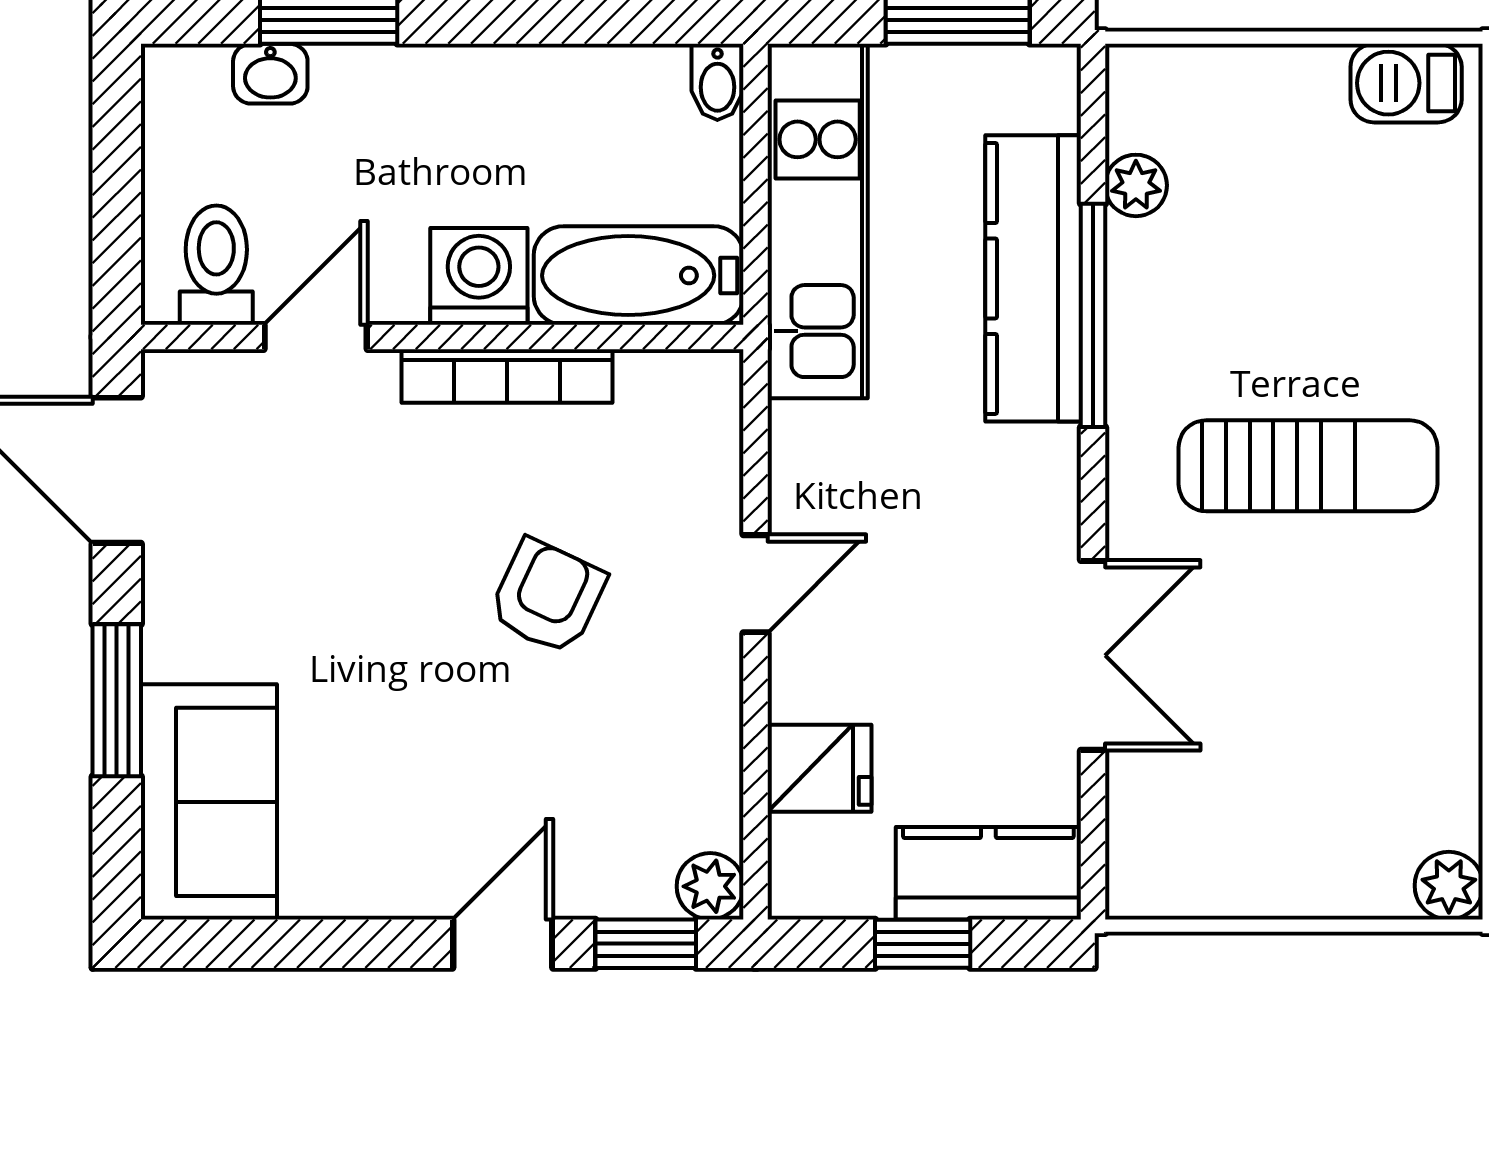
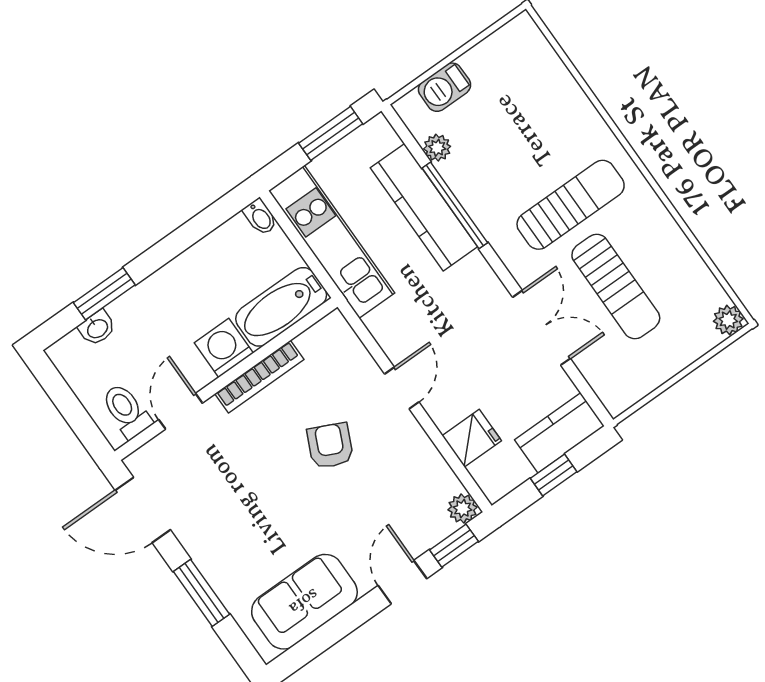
barbecue: (1406, 83) -> (445, 87), moved
sun lounger: (1285, 676) -> (616, 287), added
sofa: (209, 802) -> (304, 602), moved, turned -90

